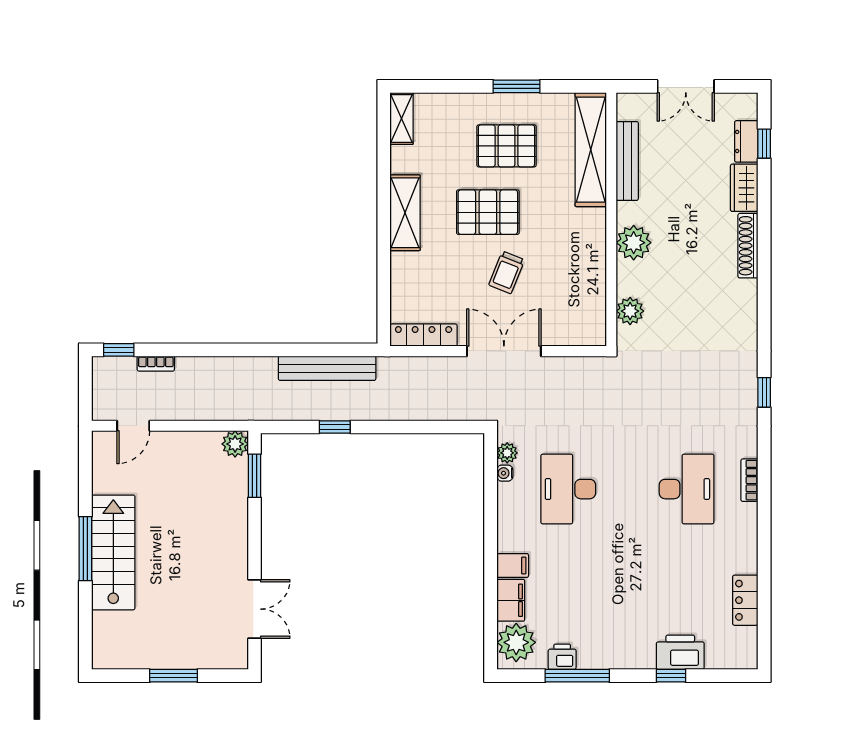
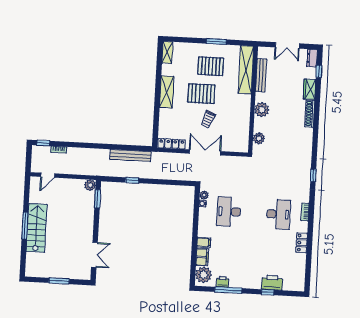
dresser: (746, 141) -> (312, 58), moved
locker: (745, 600) -> (302, 243), moved

